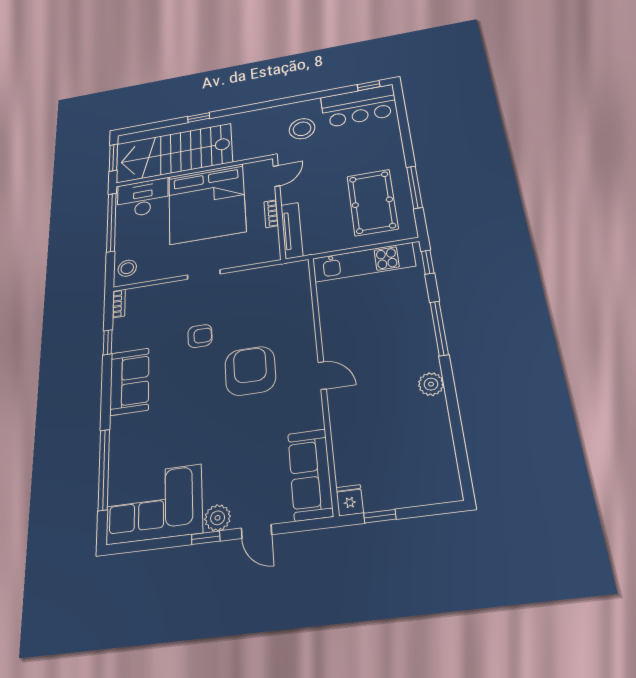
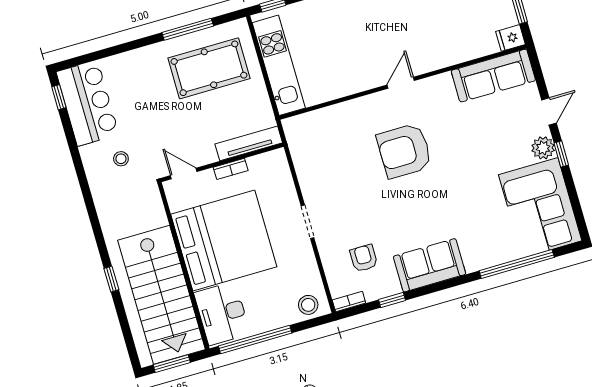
stool: (302, 129) -> (121, 159), width x0.53, depth x0.53
armchair: (200, 336) -> (364, 258), moved

